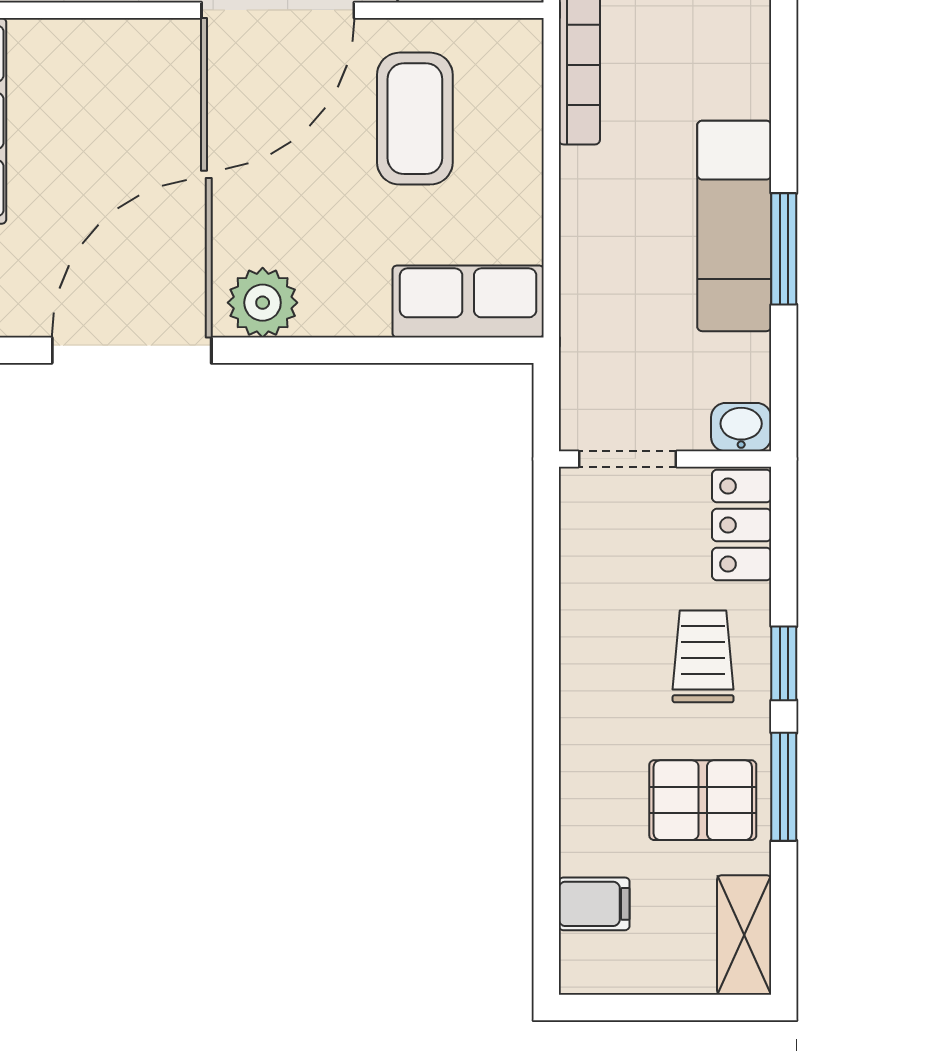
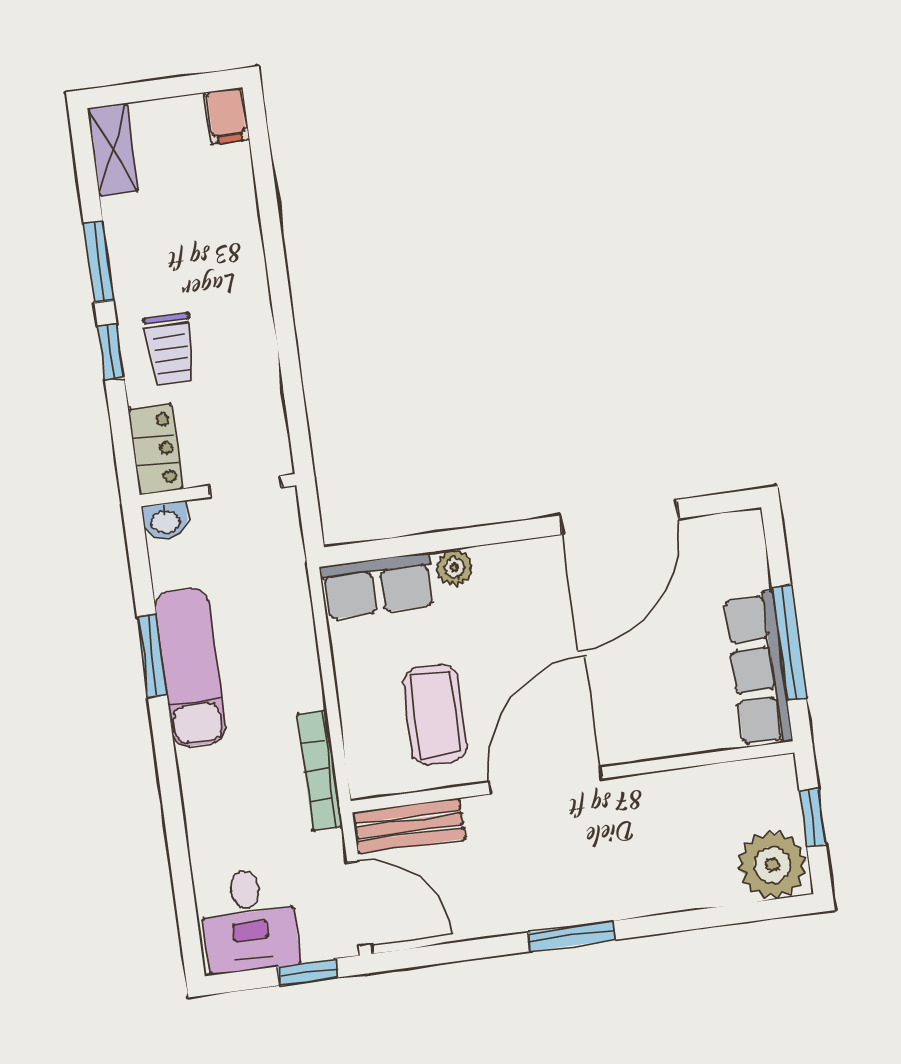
plant: (263, 303) -> (454, 568), moved, width x0.73, depth x0.73
pallet: (703, 800) -> (157, 244), removed
filing cabinet: (594, 904) -> (227, 116), moved, turned -90

